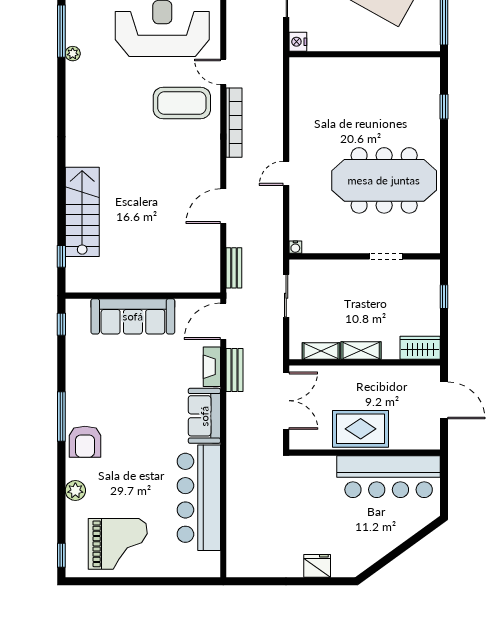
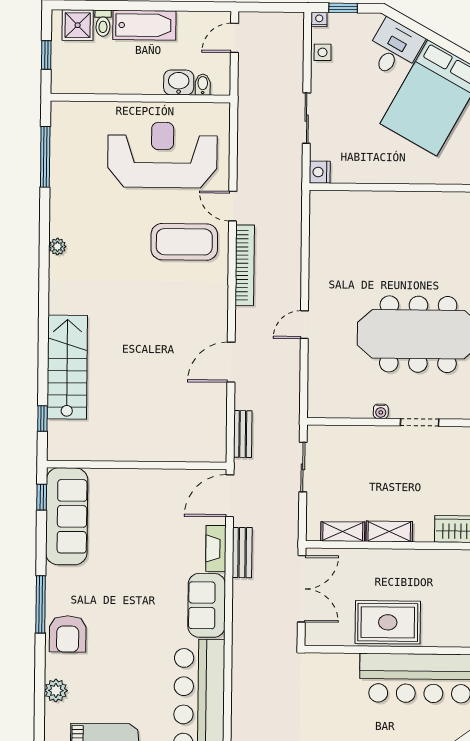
plant: (73, 54) -> (57, 247), moved
water cooler: (295, 247) -> (381, 411), moved
sofa: (133, 316) -> (67, 516), moved, turned -90

